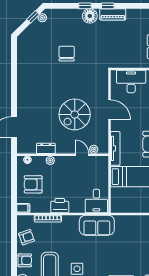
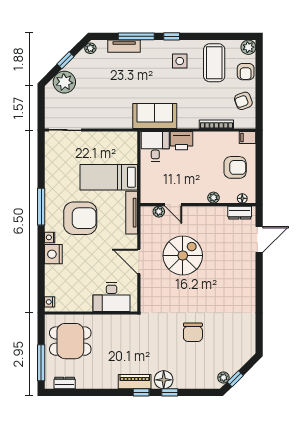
dresser: (46, 148) -> (240, 213), moved
printer: (60, 206) -> (181, 141), moved
armchair: (25, 260) -> (246, 72), turned -90

